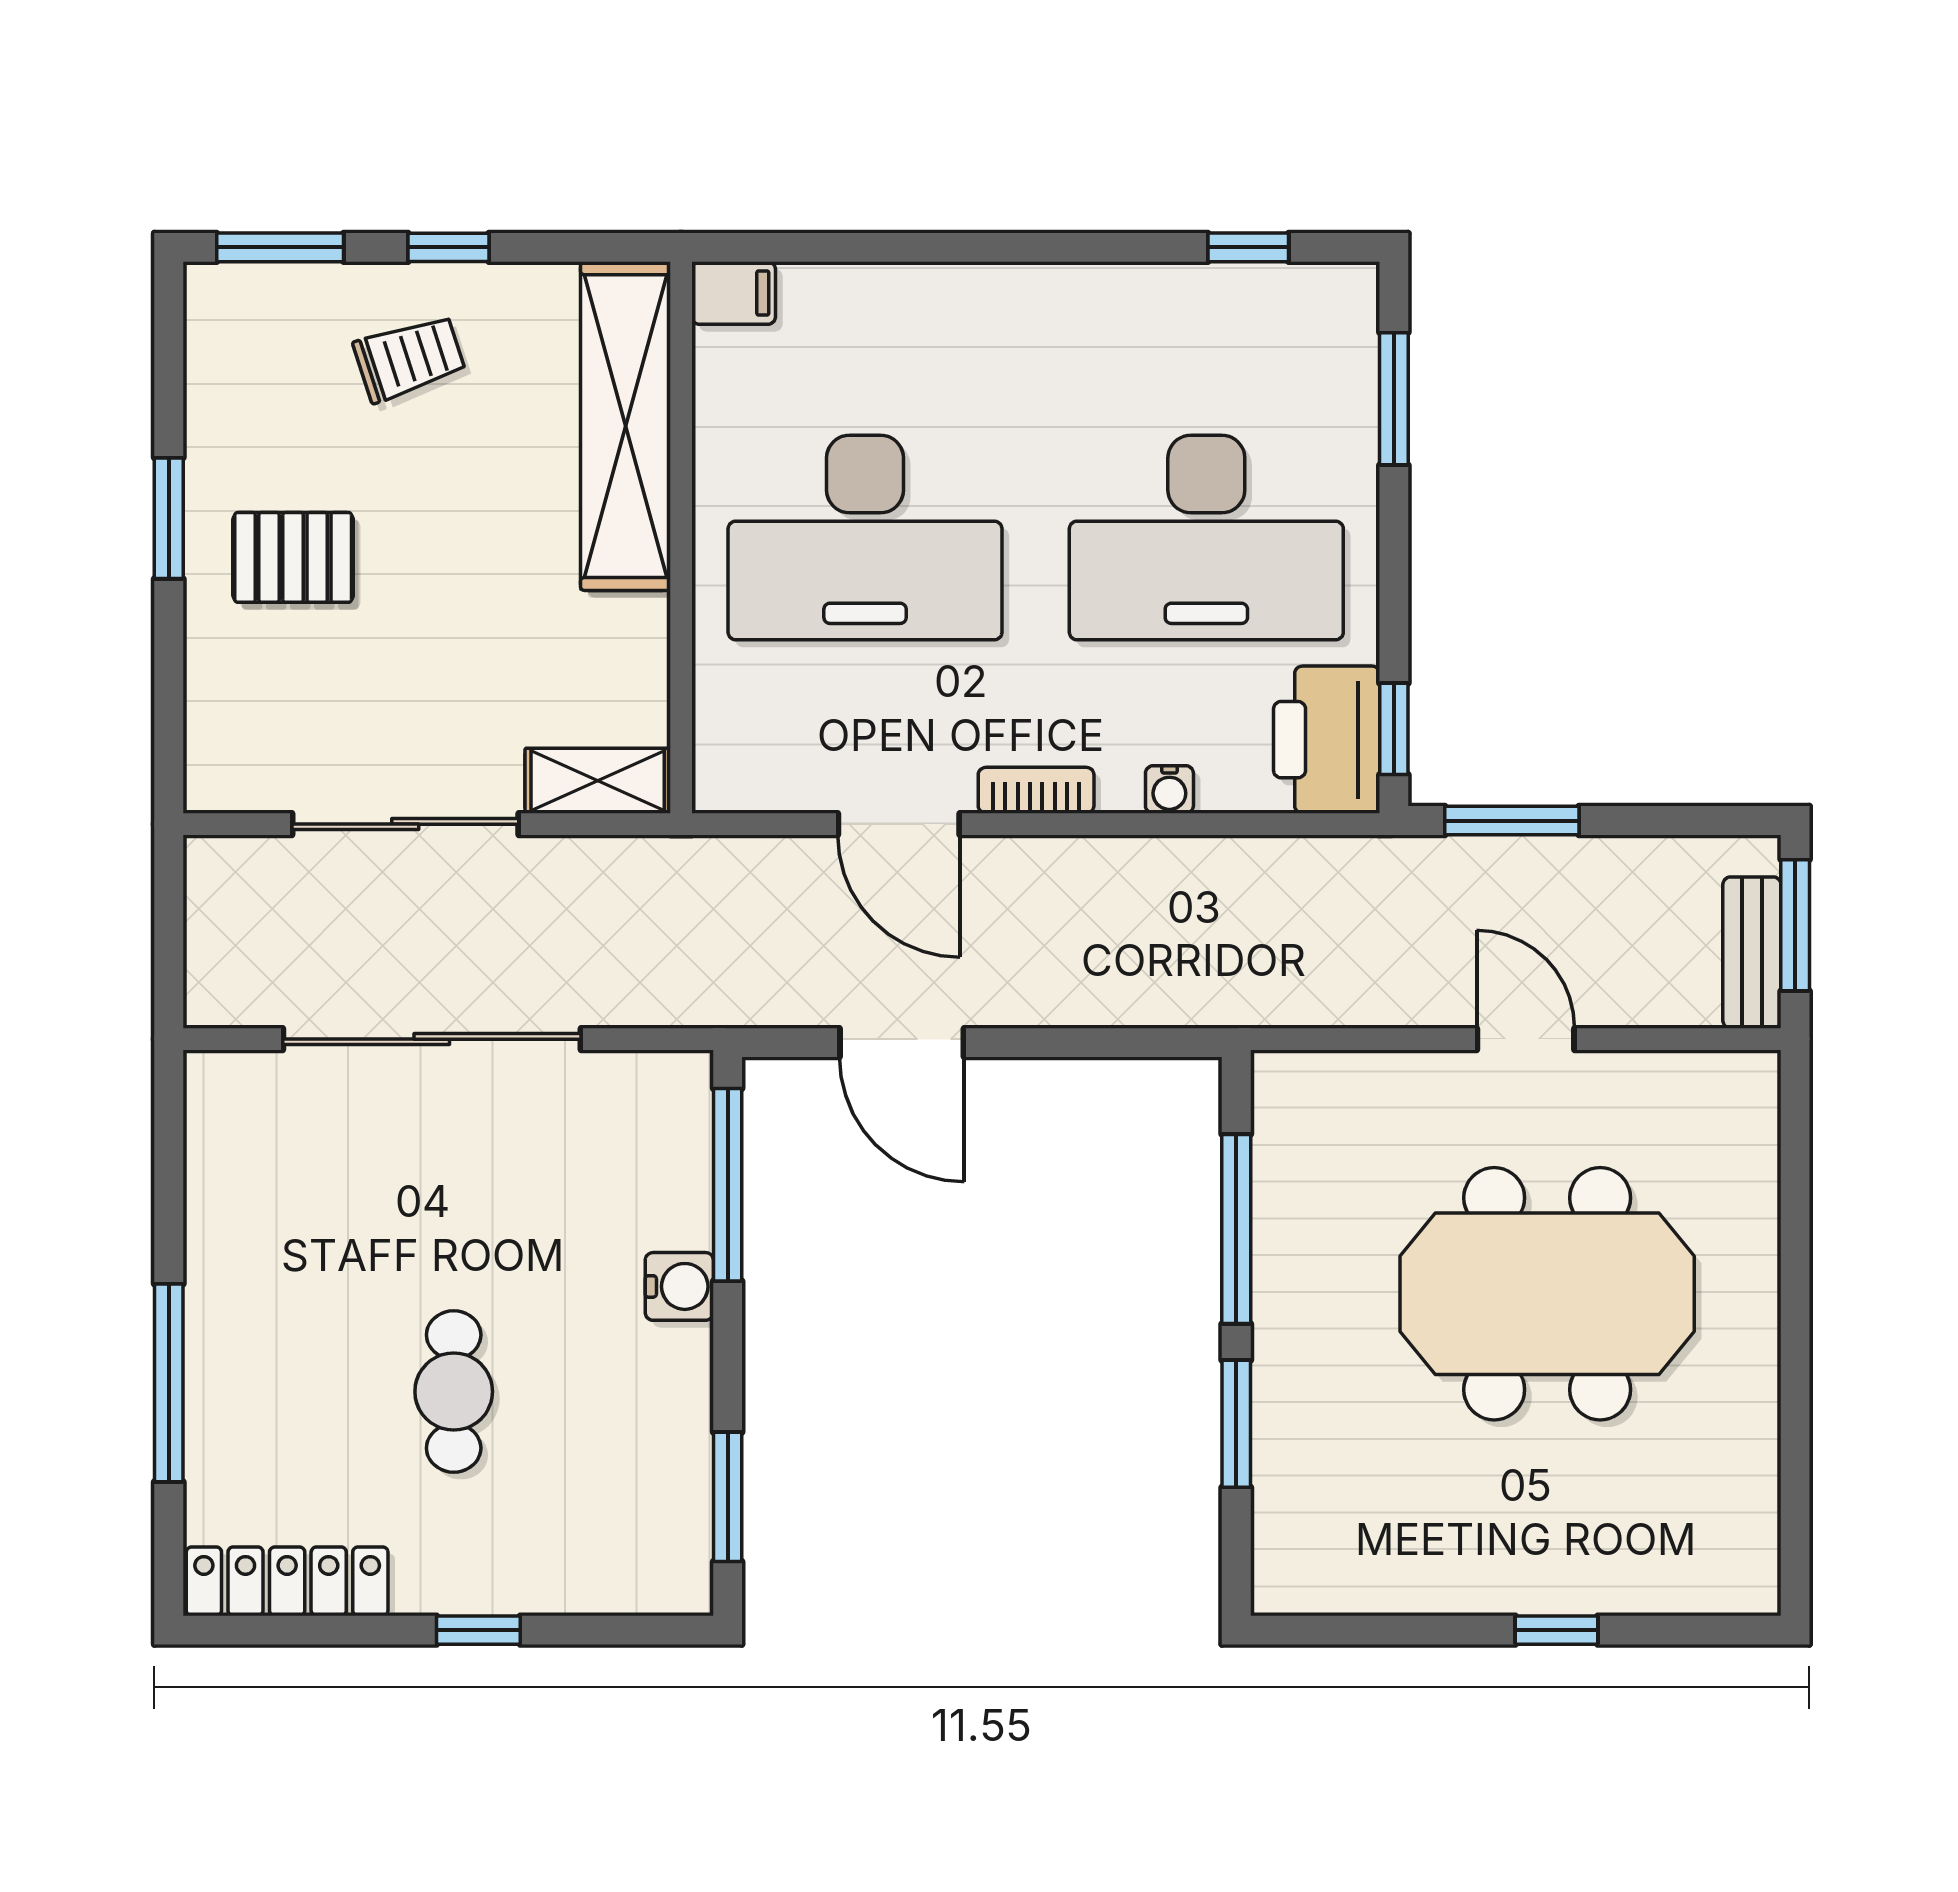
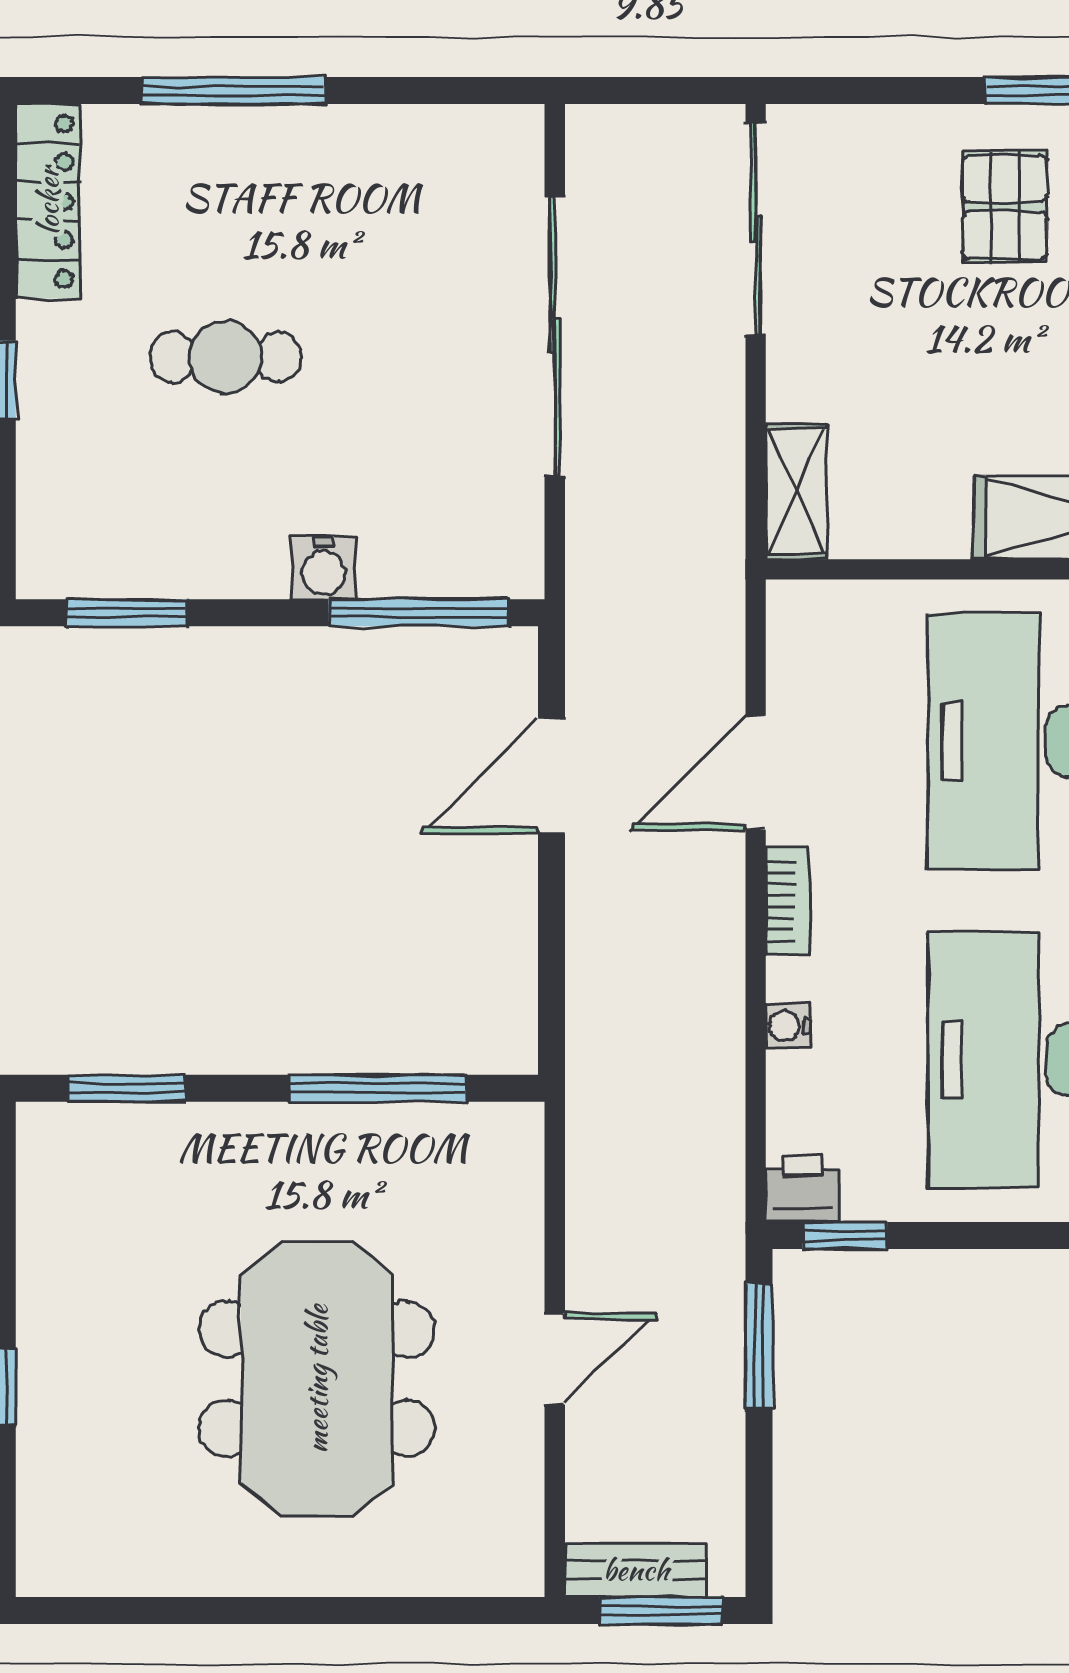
printer: (1327, 740) -> (802, 1189), width x0.53, depth x0.68
sliding door: (405, 824) -> (756, 229), moved
window: (1236, 1424) -> (126, 1088), moved

